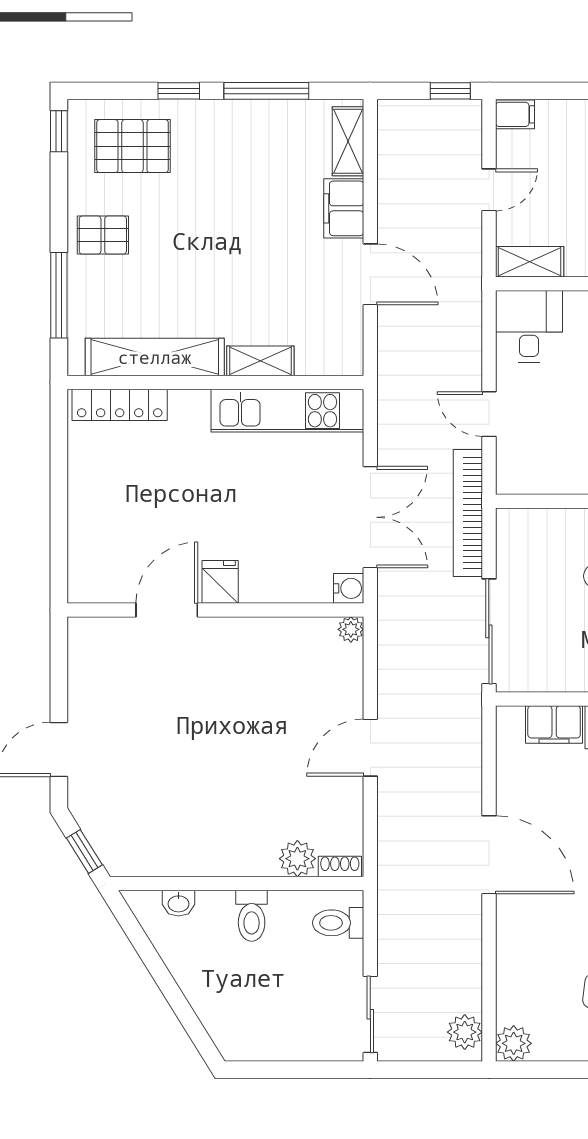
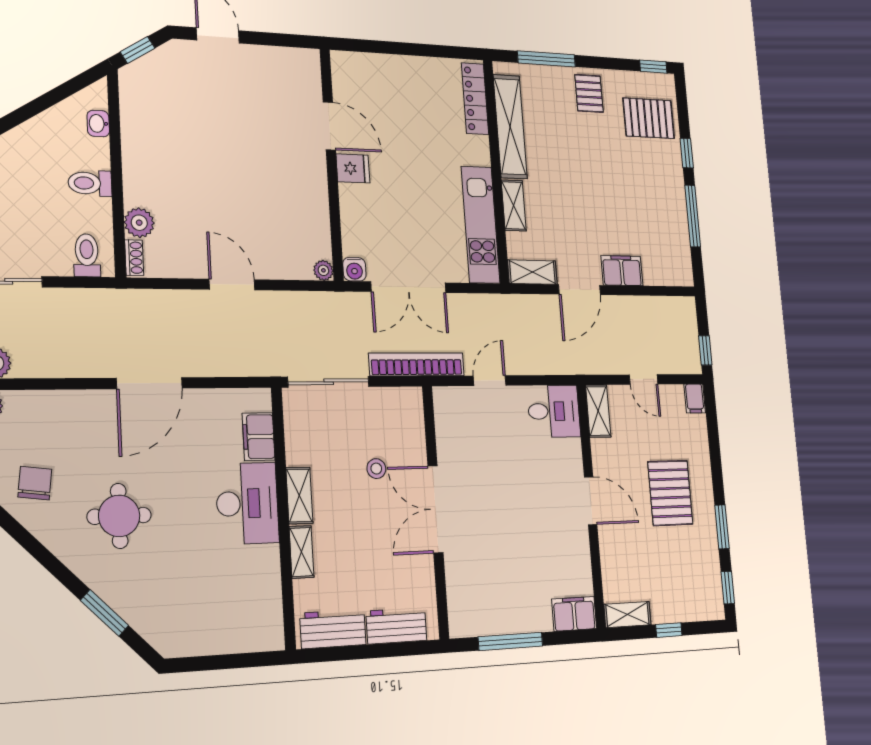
shelving: (348, 141) -> (532, 272), moved
pallet: (132, 146) -> (649, 118), turned 90

